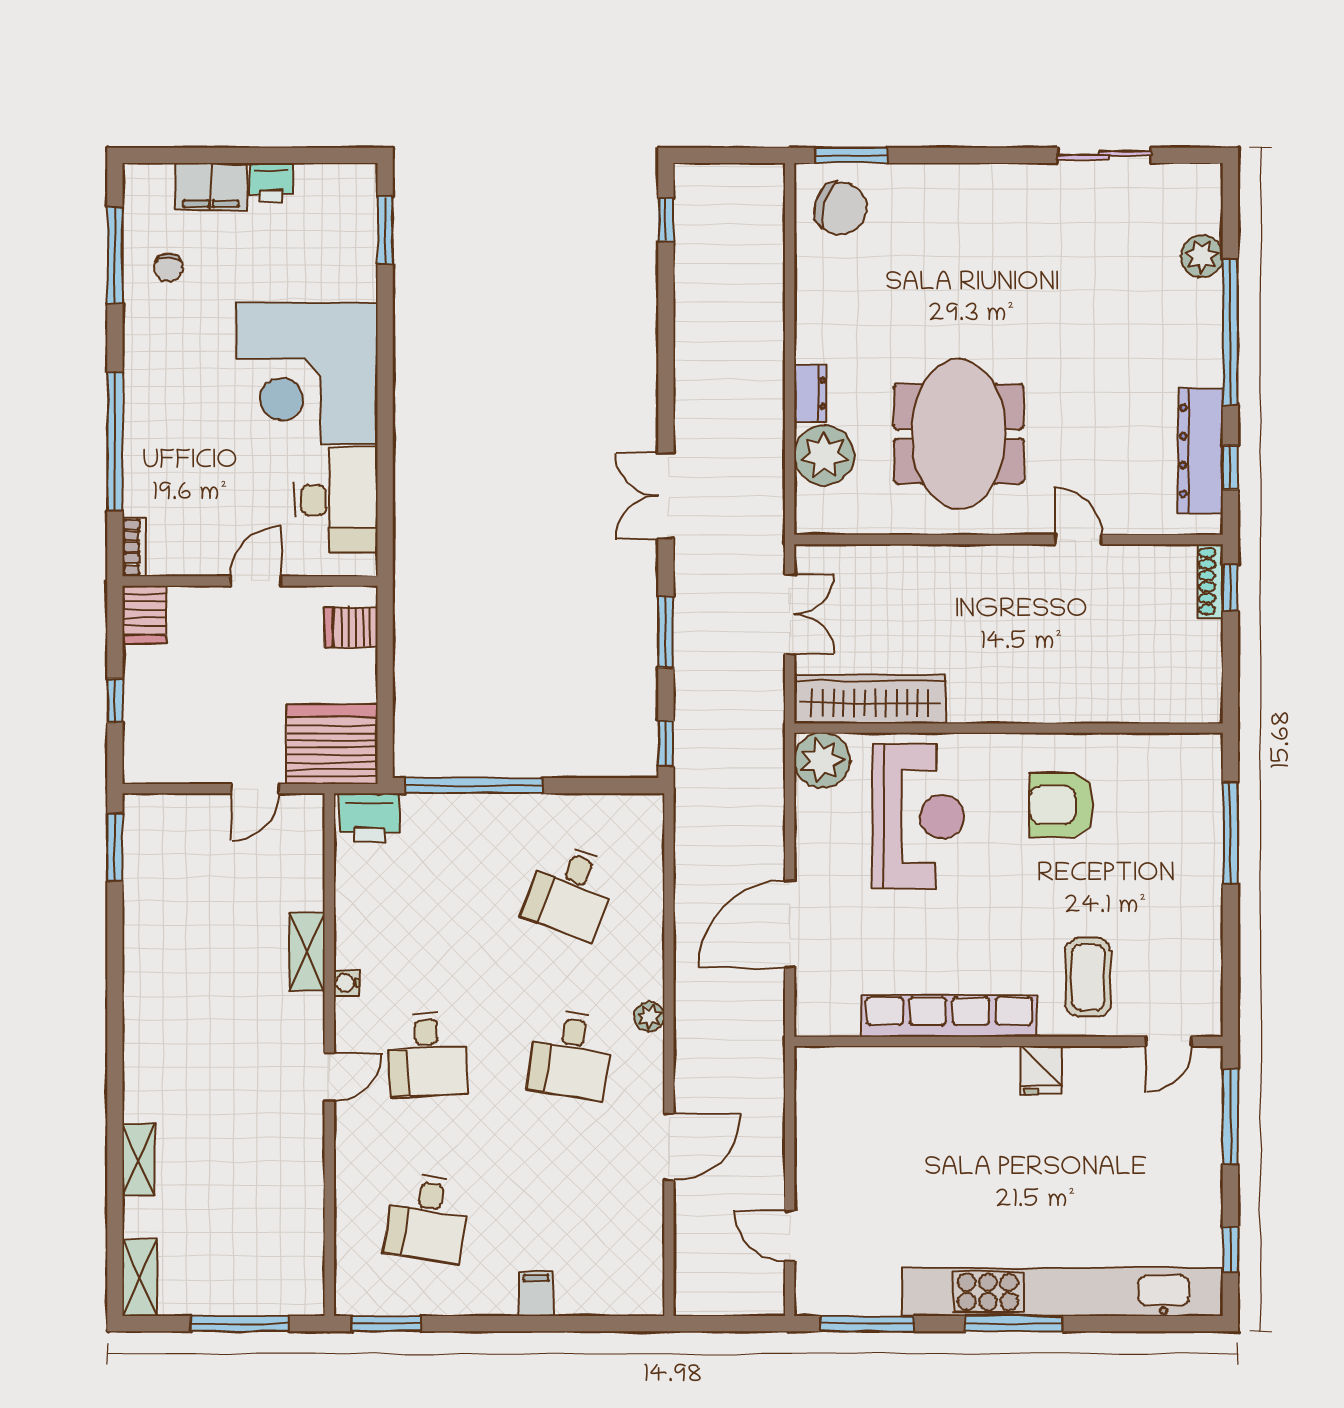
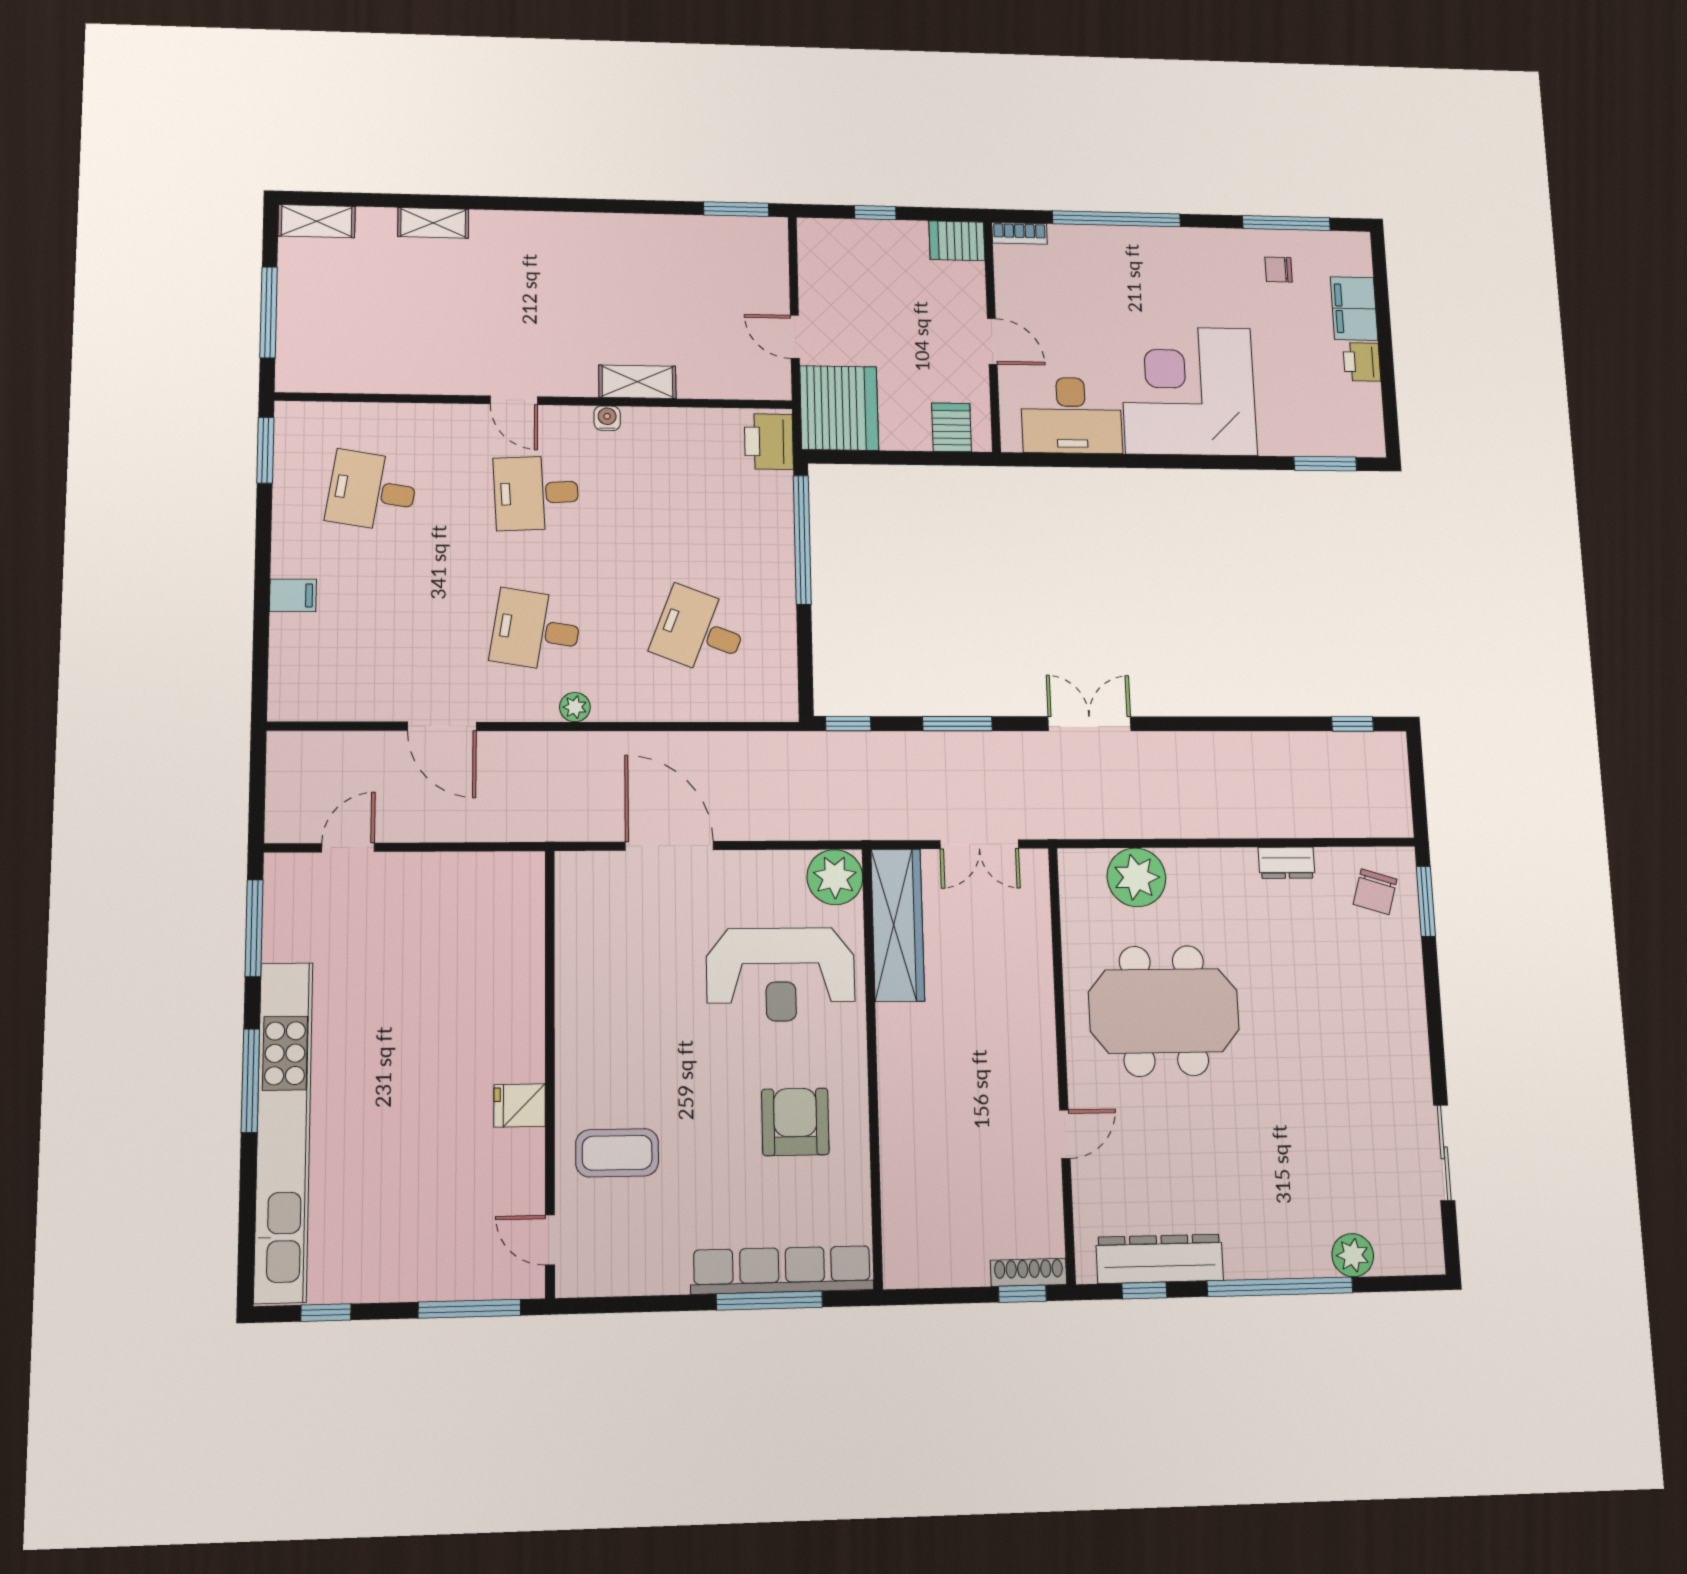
chair: (841, 208) -> (1375, 892), width x0.73, depth x0.73
dresser: (810, 393) -> (1287, 863), moved
row of seats: (949, 1016) -> (782, 1270), moved, turned -90

